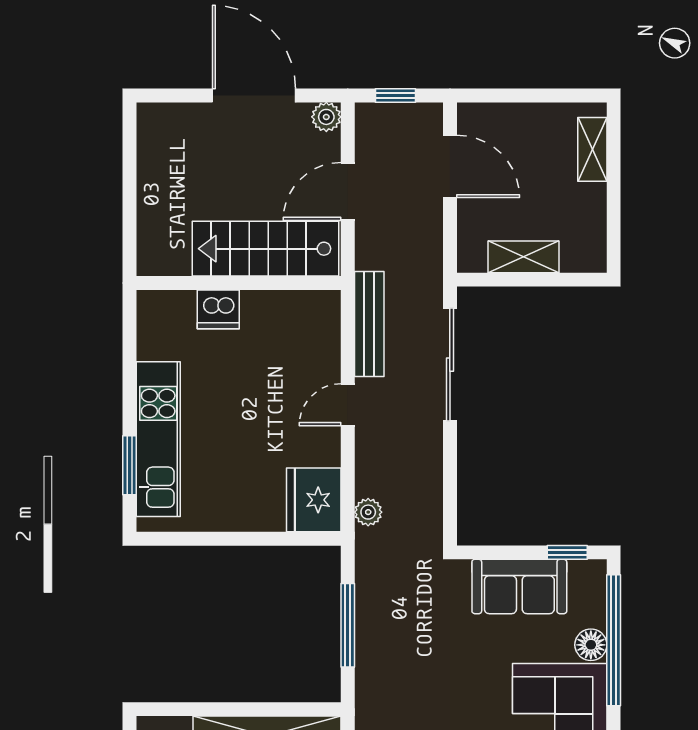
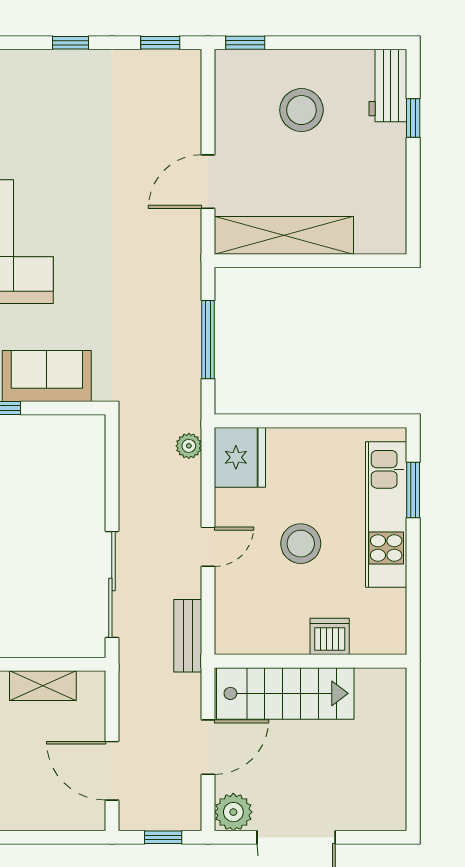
plant: (326, 117) -> (233, 812), width x1.38, depth x1.38
bench: (369, 324) -> (188, 636), width x0.73
stool: (249, 408) -> (301, 544), added

